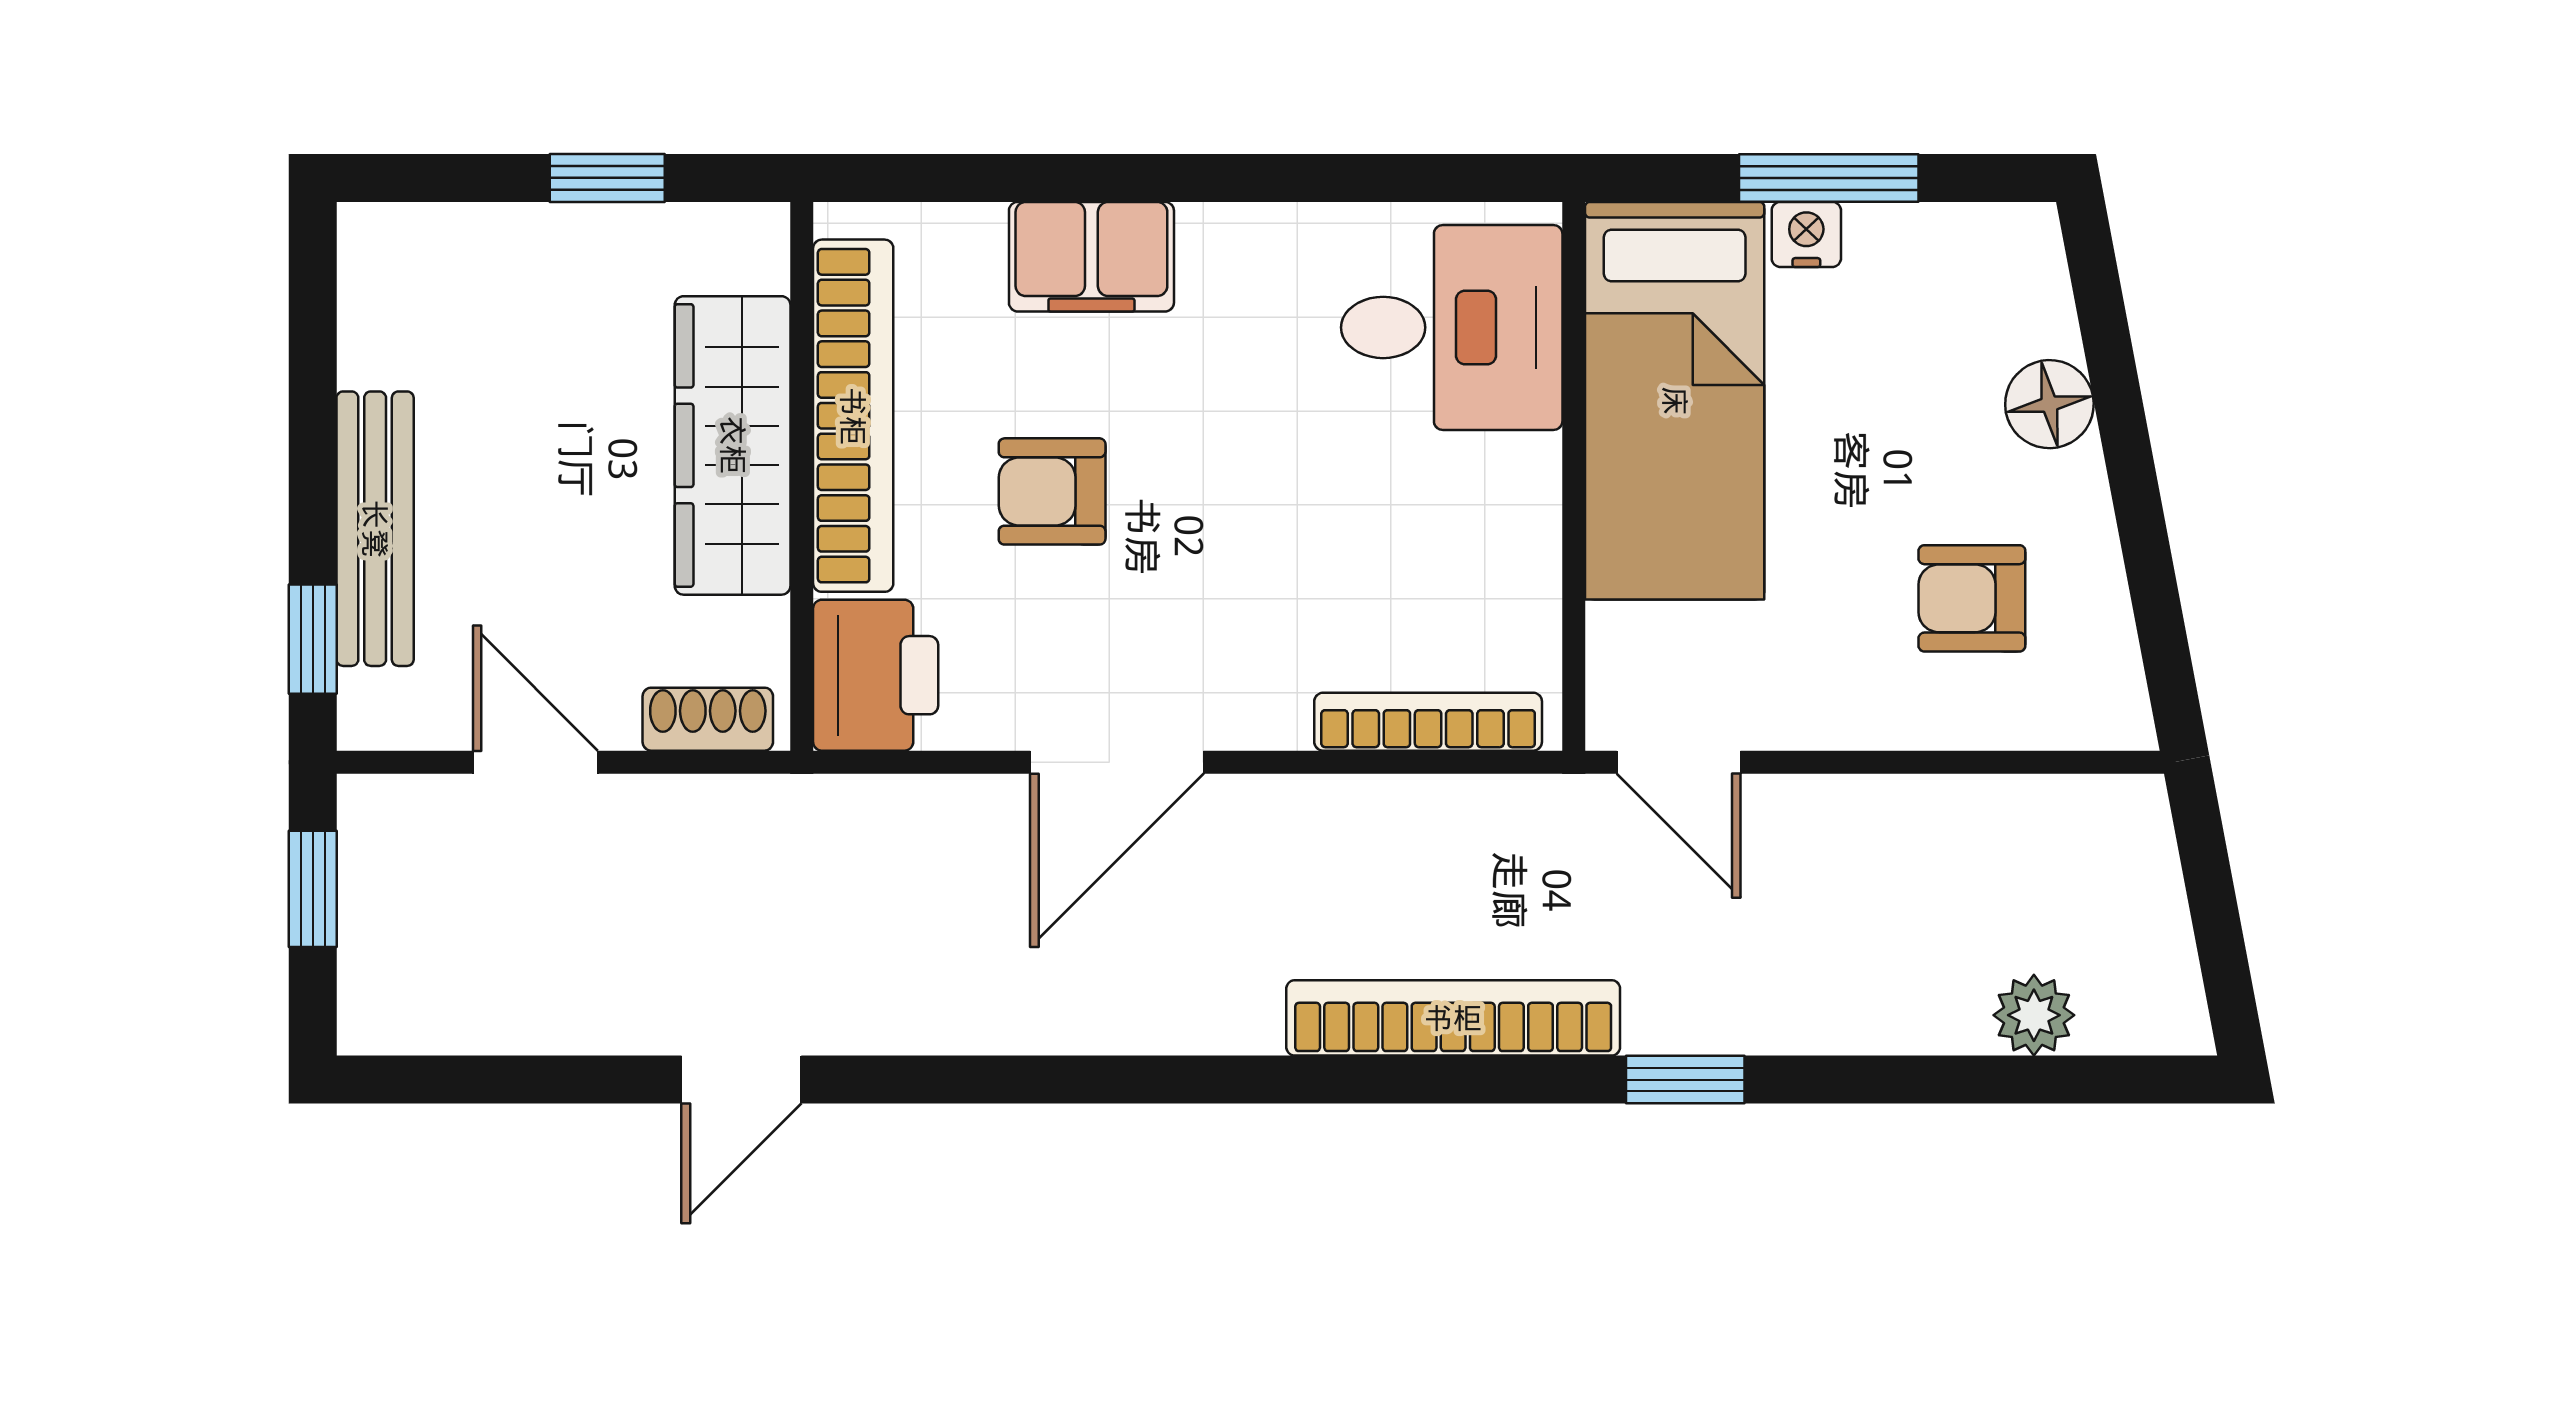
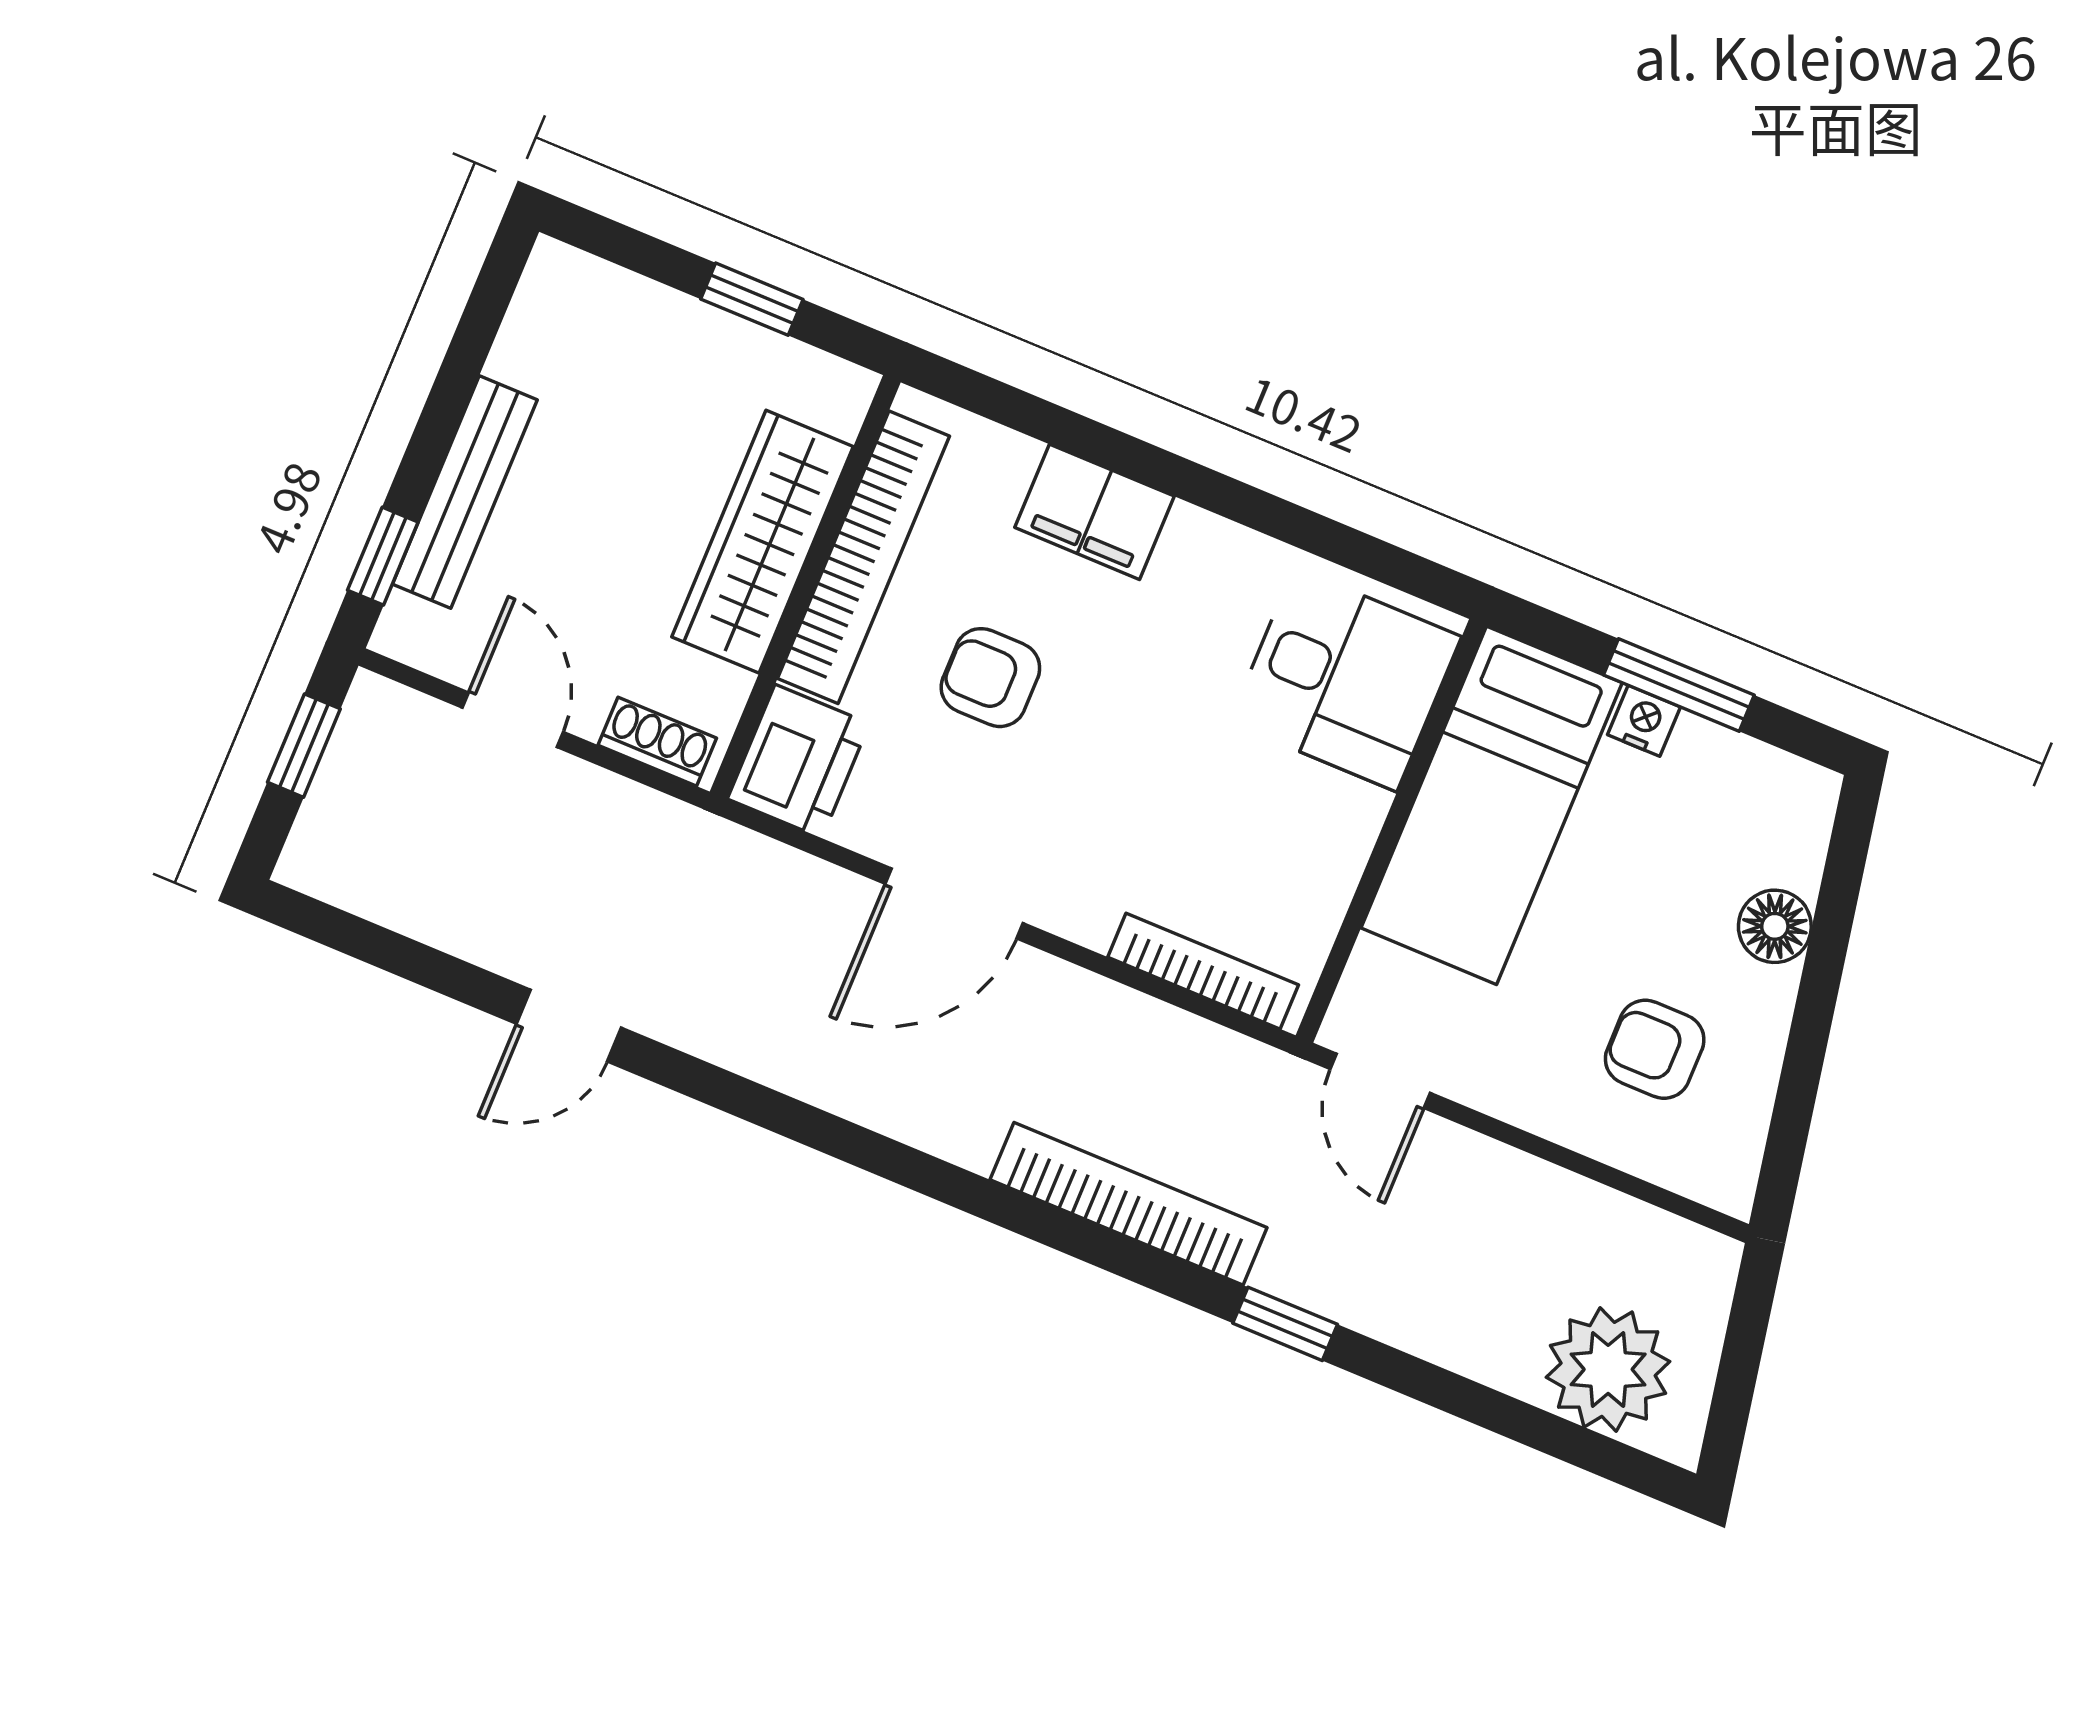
plant: (2034, 1015) -> (1608, 1369), width x1.88, depth x1.88

